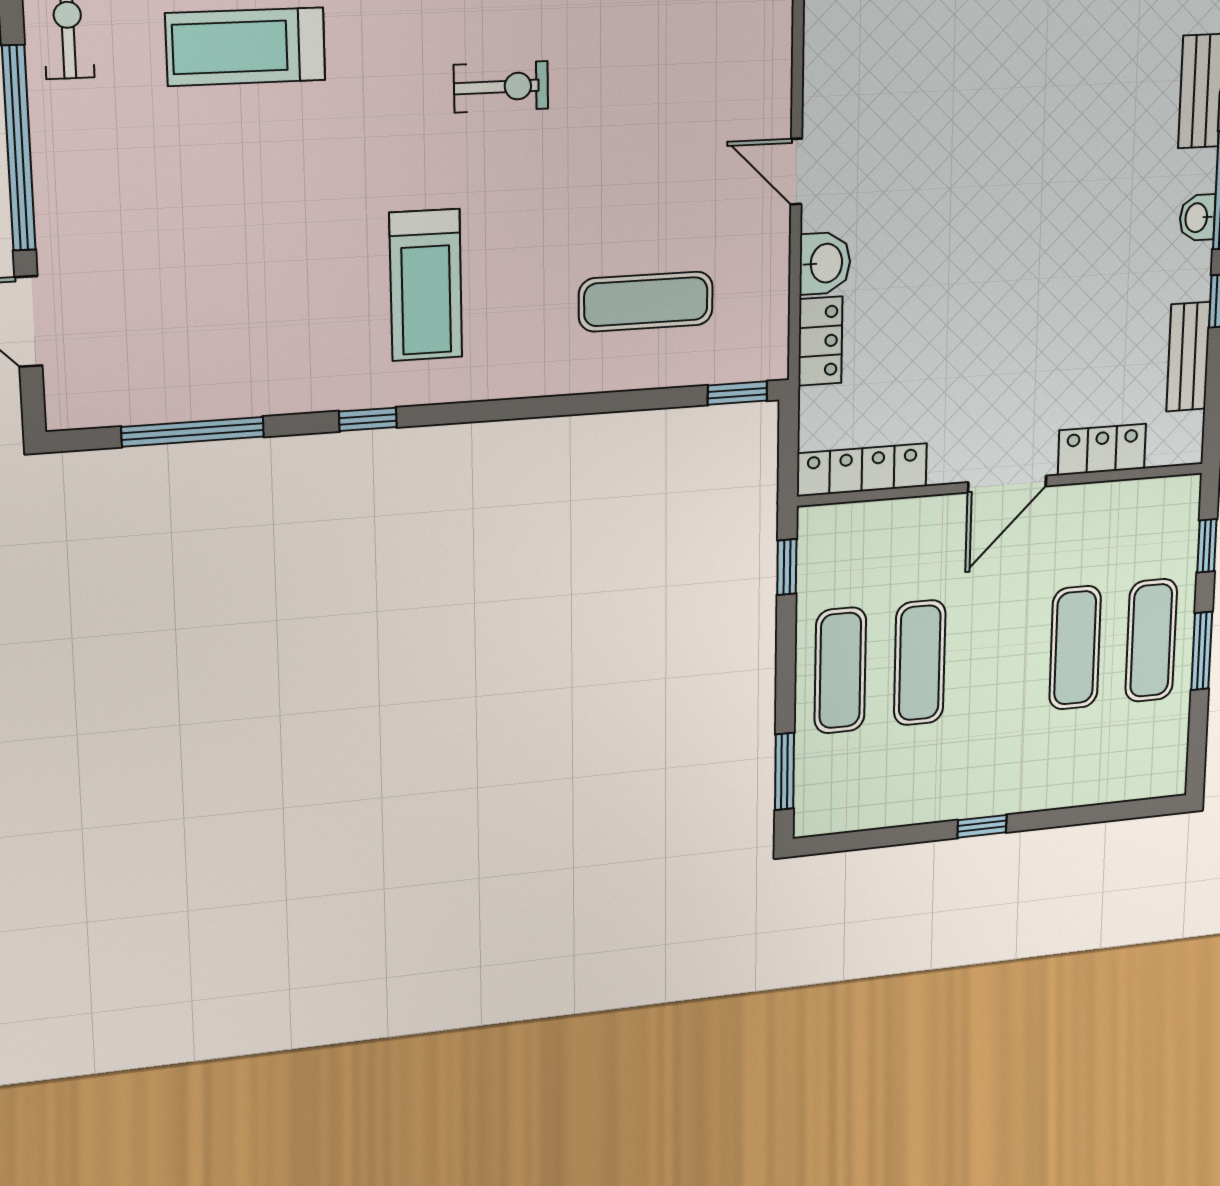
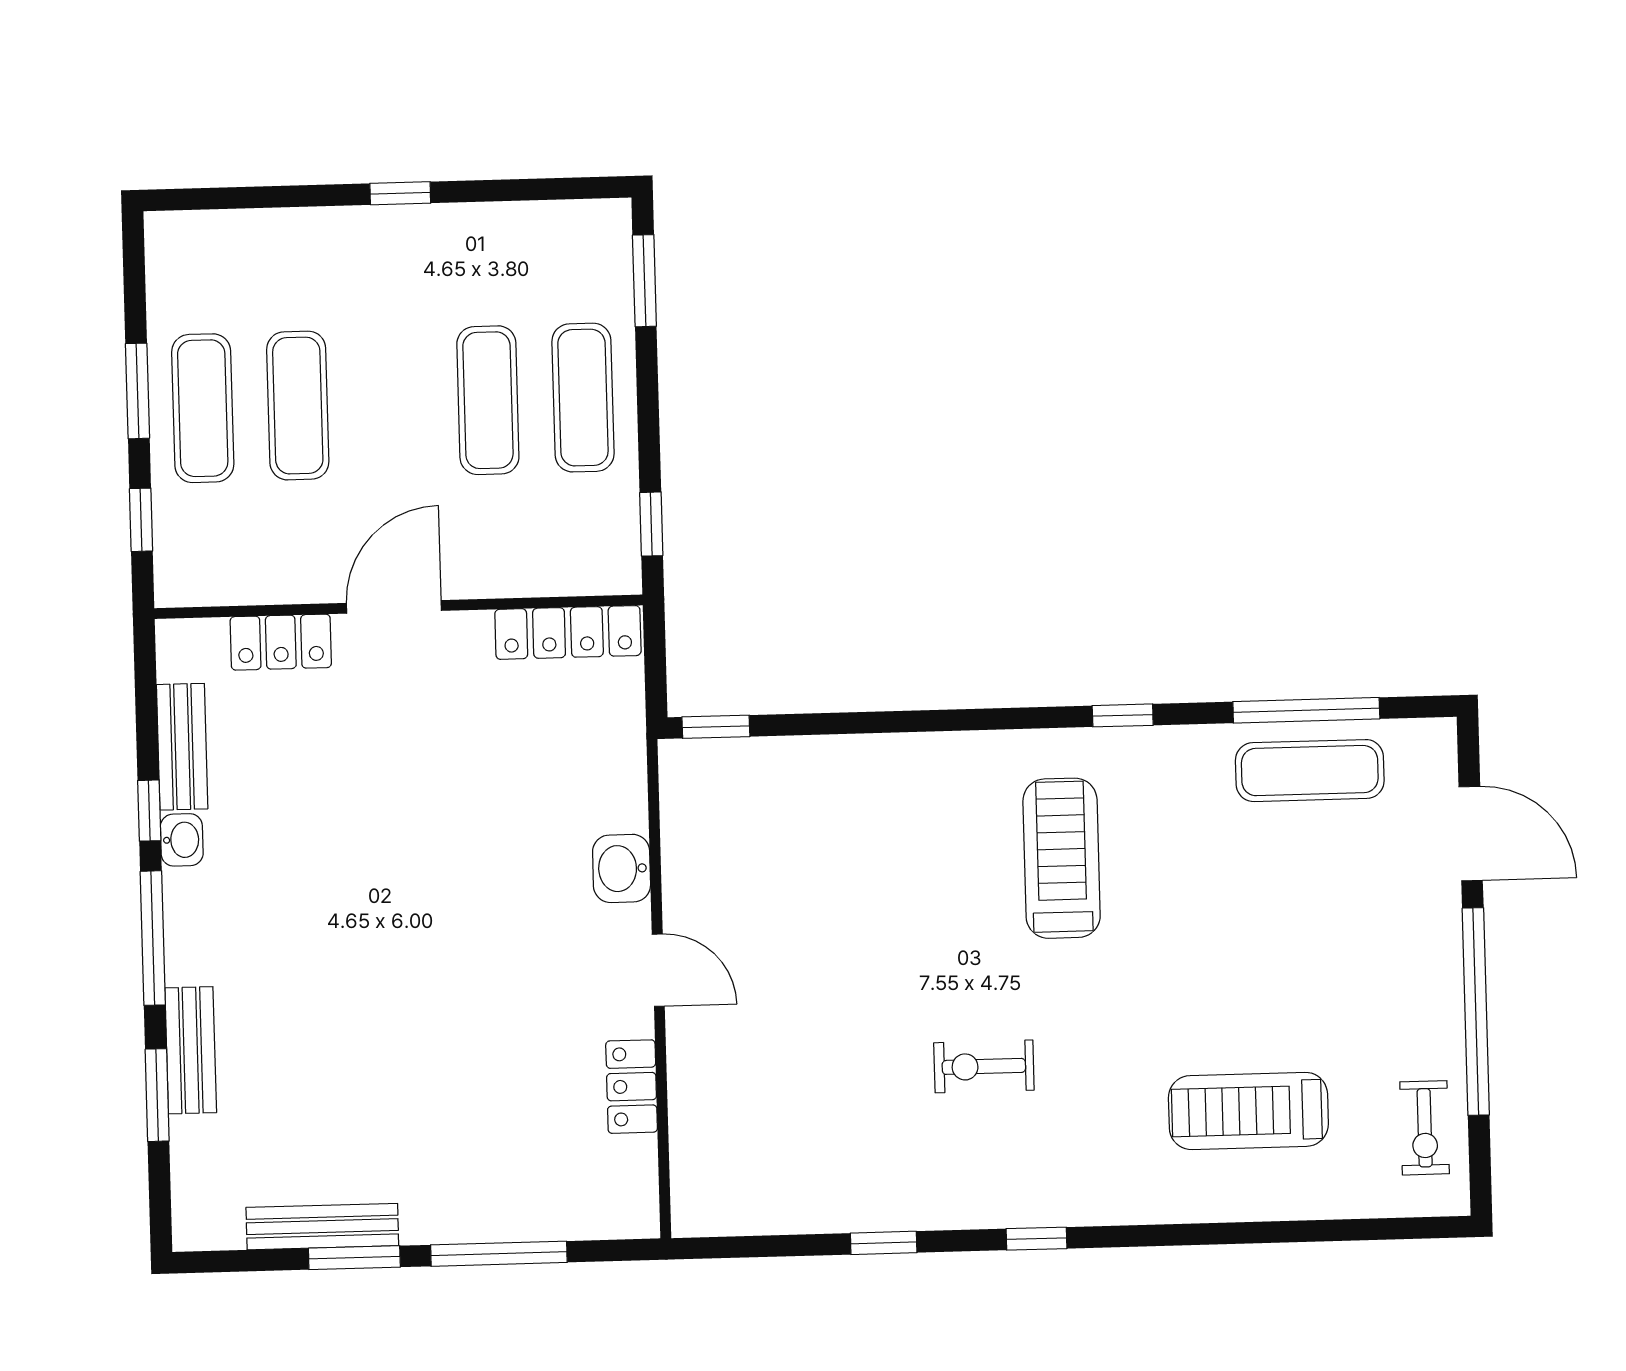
treadmill: (246, 47) -> (1248, 1111), turned 180
washbasin: (1197, 218) -> (182, 840), moved
exercise mat: (646, 302) -> (1310, 771), moved
locker: (820, 341) -> (632, 1087), moved

